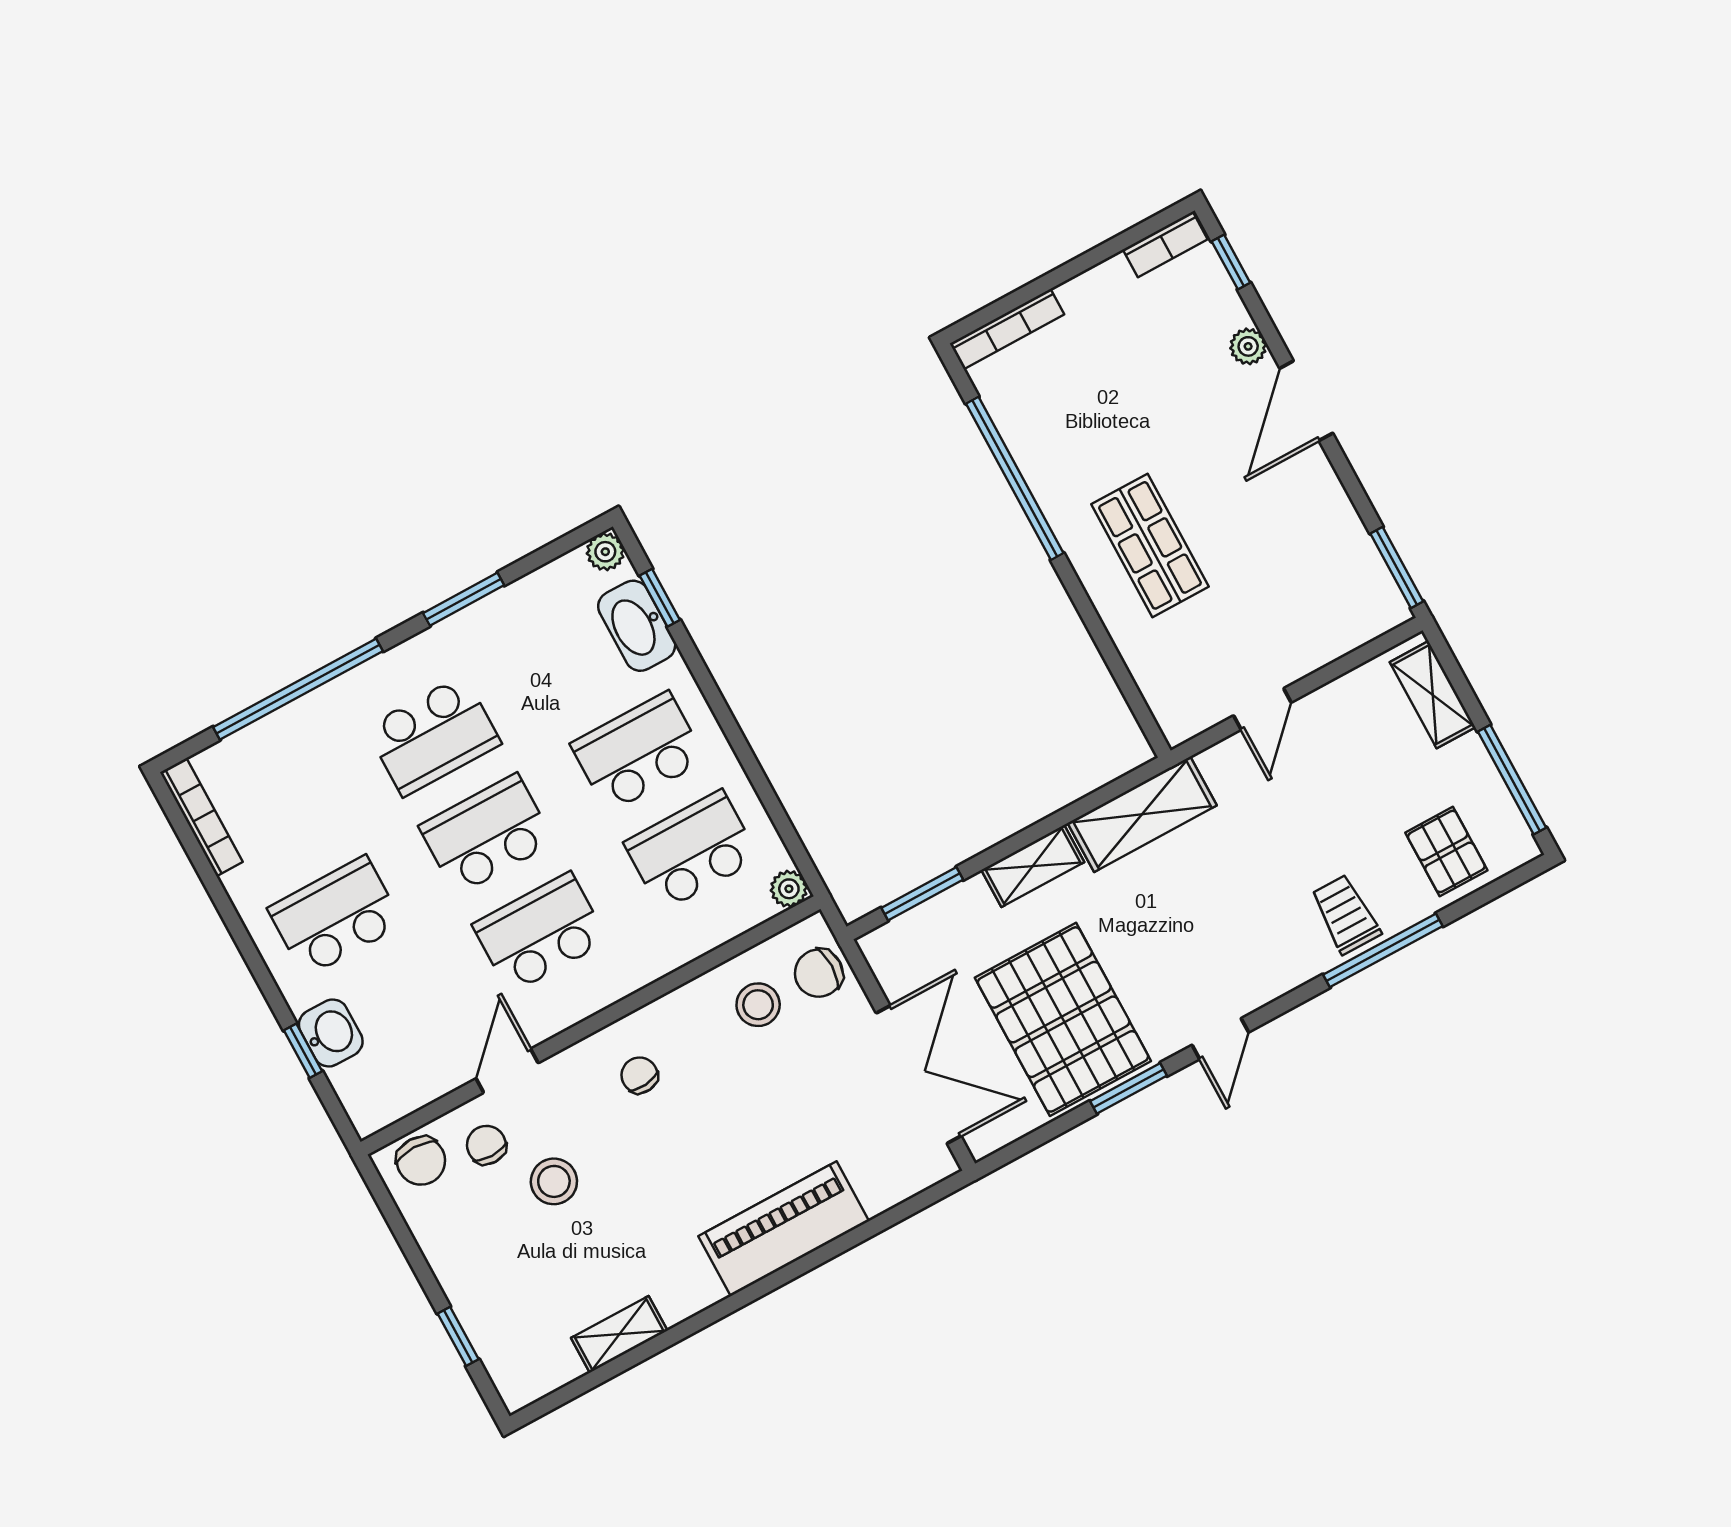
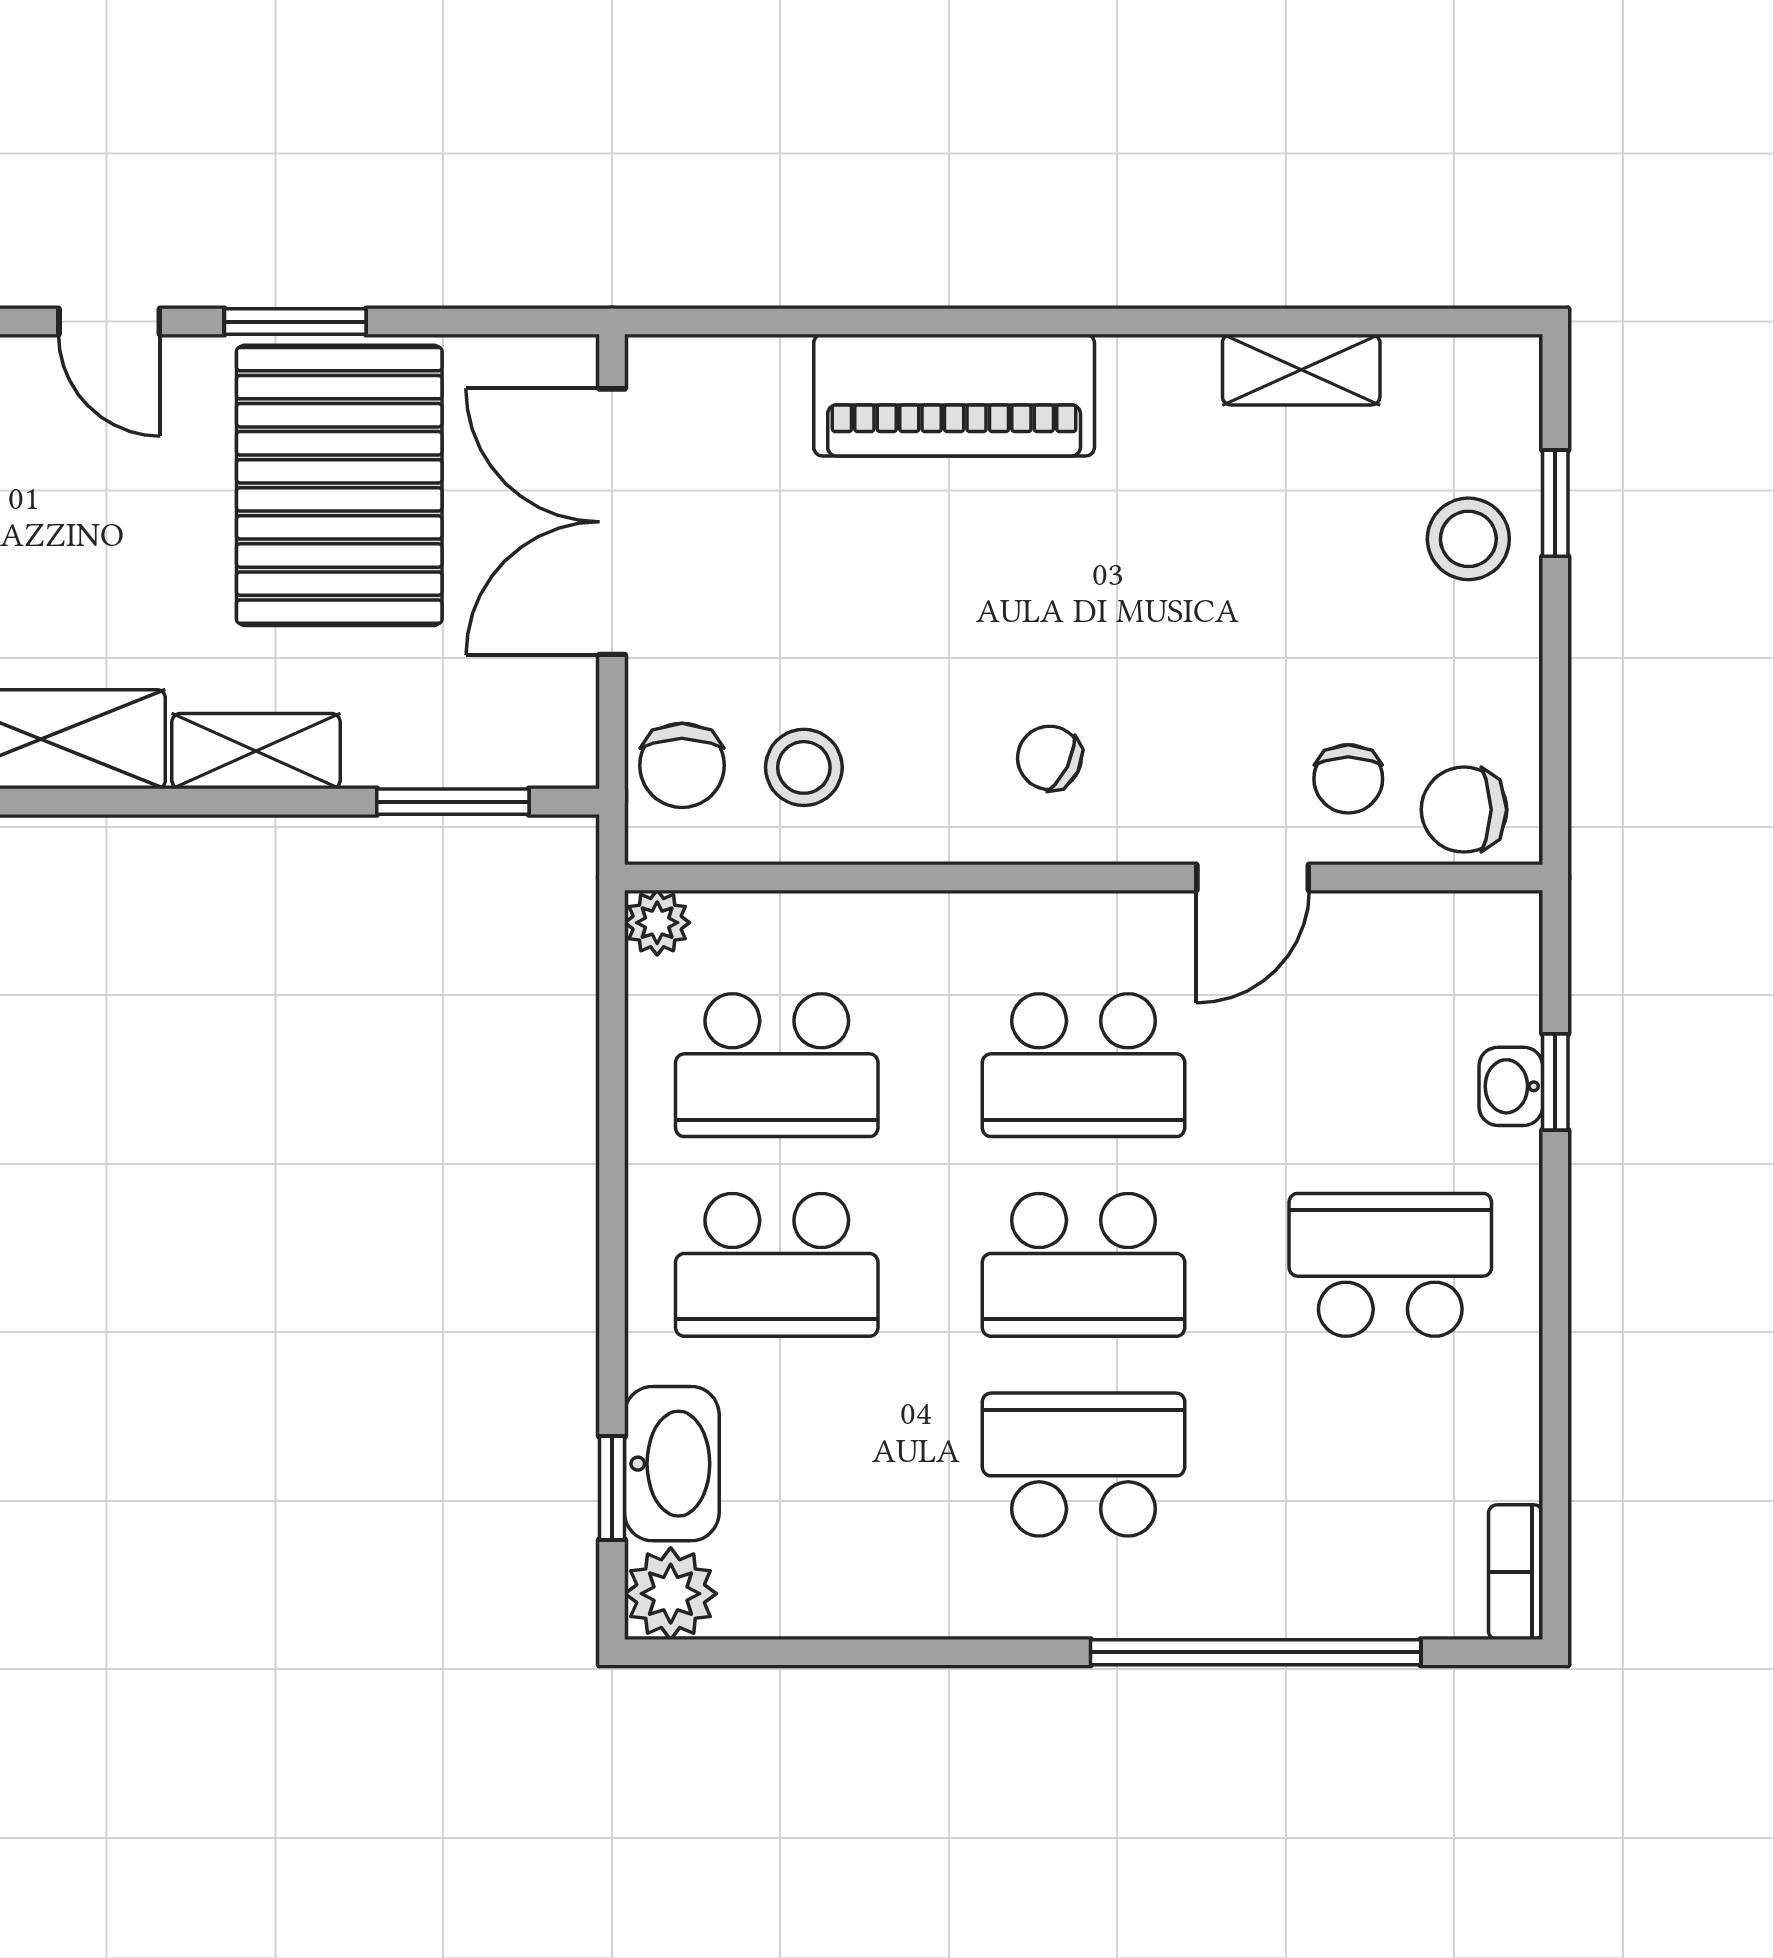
plant: (605, 552) -> (671, 1594), width x1.38, depth x1.38
window: (464, 599) -> (920, 1652), removed
bookcase: (201, 817) -> (1516, 1572), width x0.64
school desk: (335, 916) -> (1390, 1265), turned 180
chair: (819, 973) -> (682, 765), turned 90
washbasin: (331, 1033) -> (1511, 1086), width x0.72, depth x0.69
door: (1220, 1039) -> (109, 322), swing flipped
chair: (639, 1075) -> (1049, 758), turned 122
chair: (421, 1161) -> (1464, 810), turned -90
stool: (554, 1181) -> (1468, 539), moved

